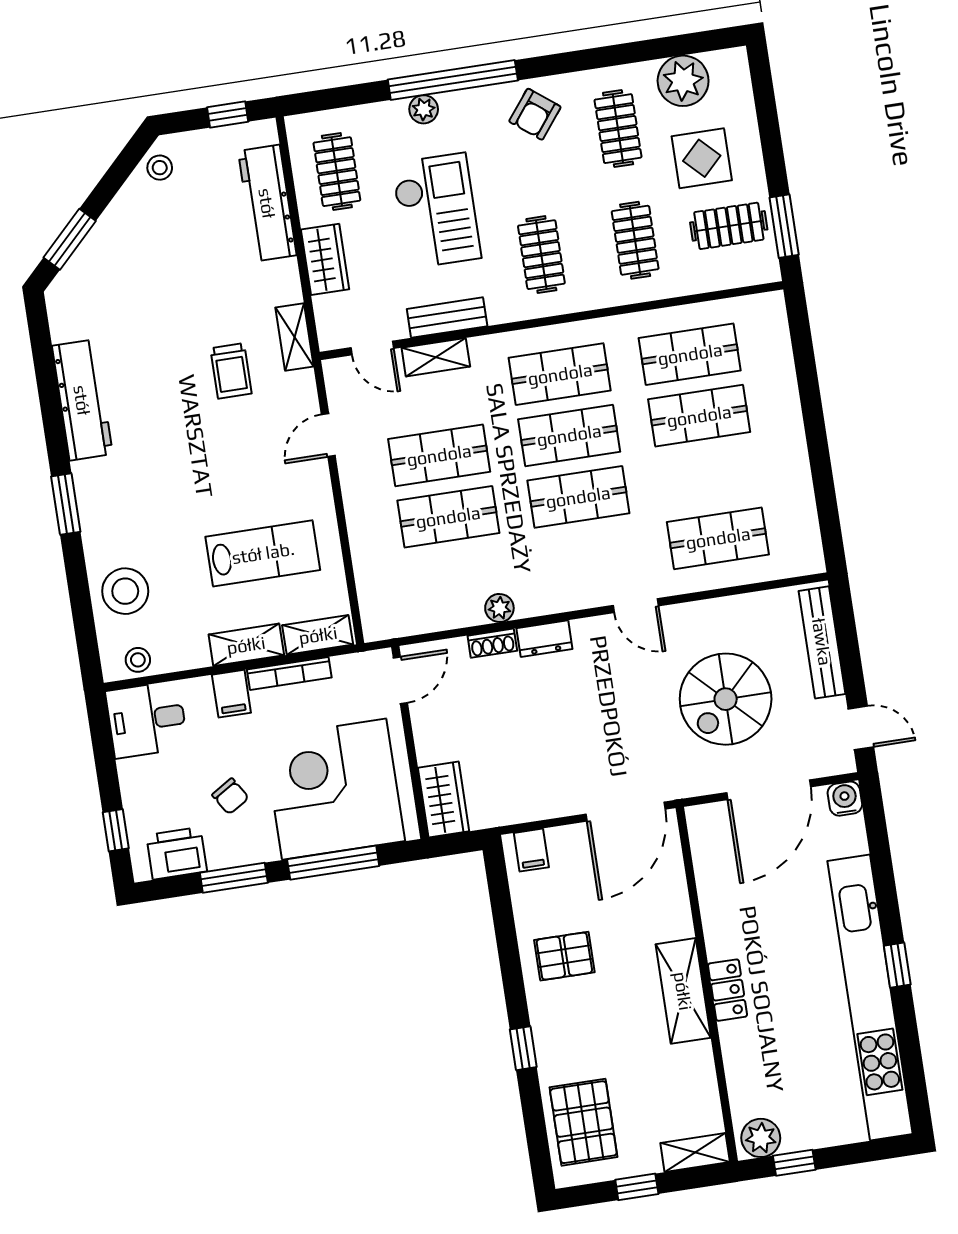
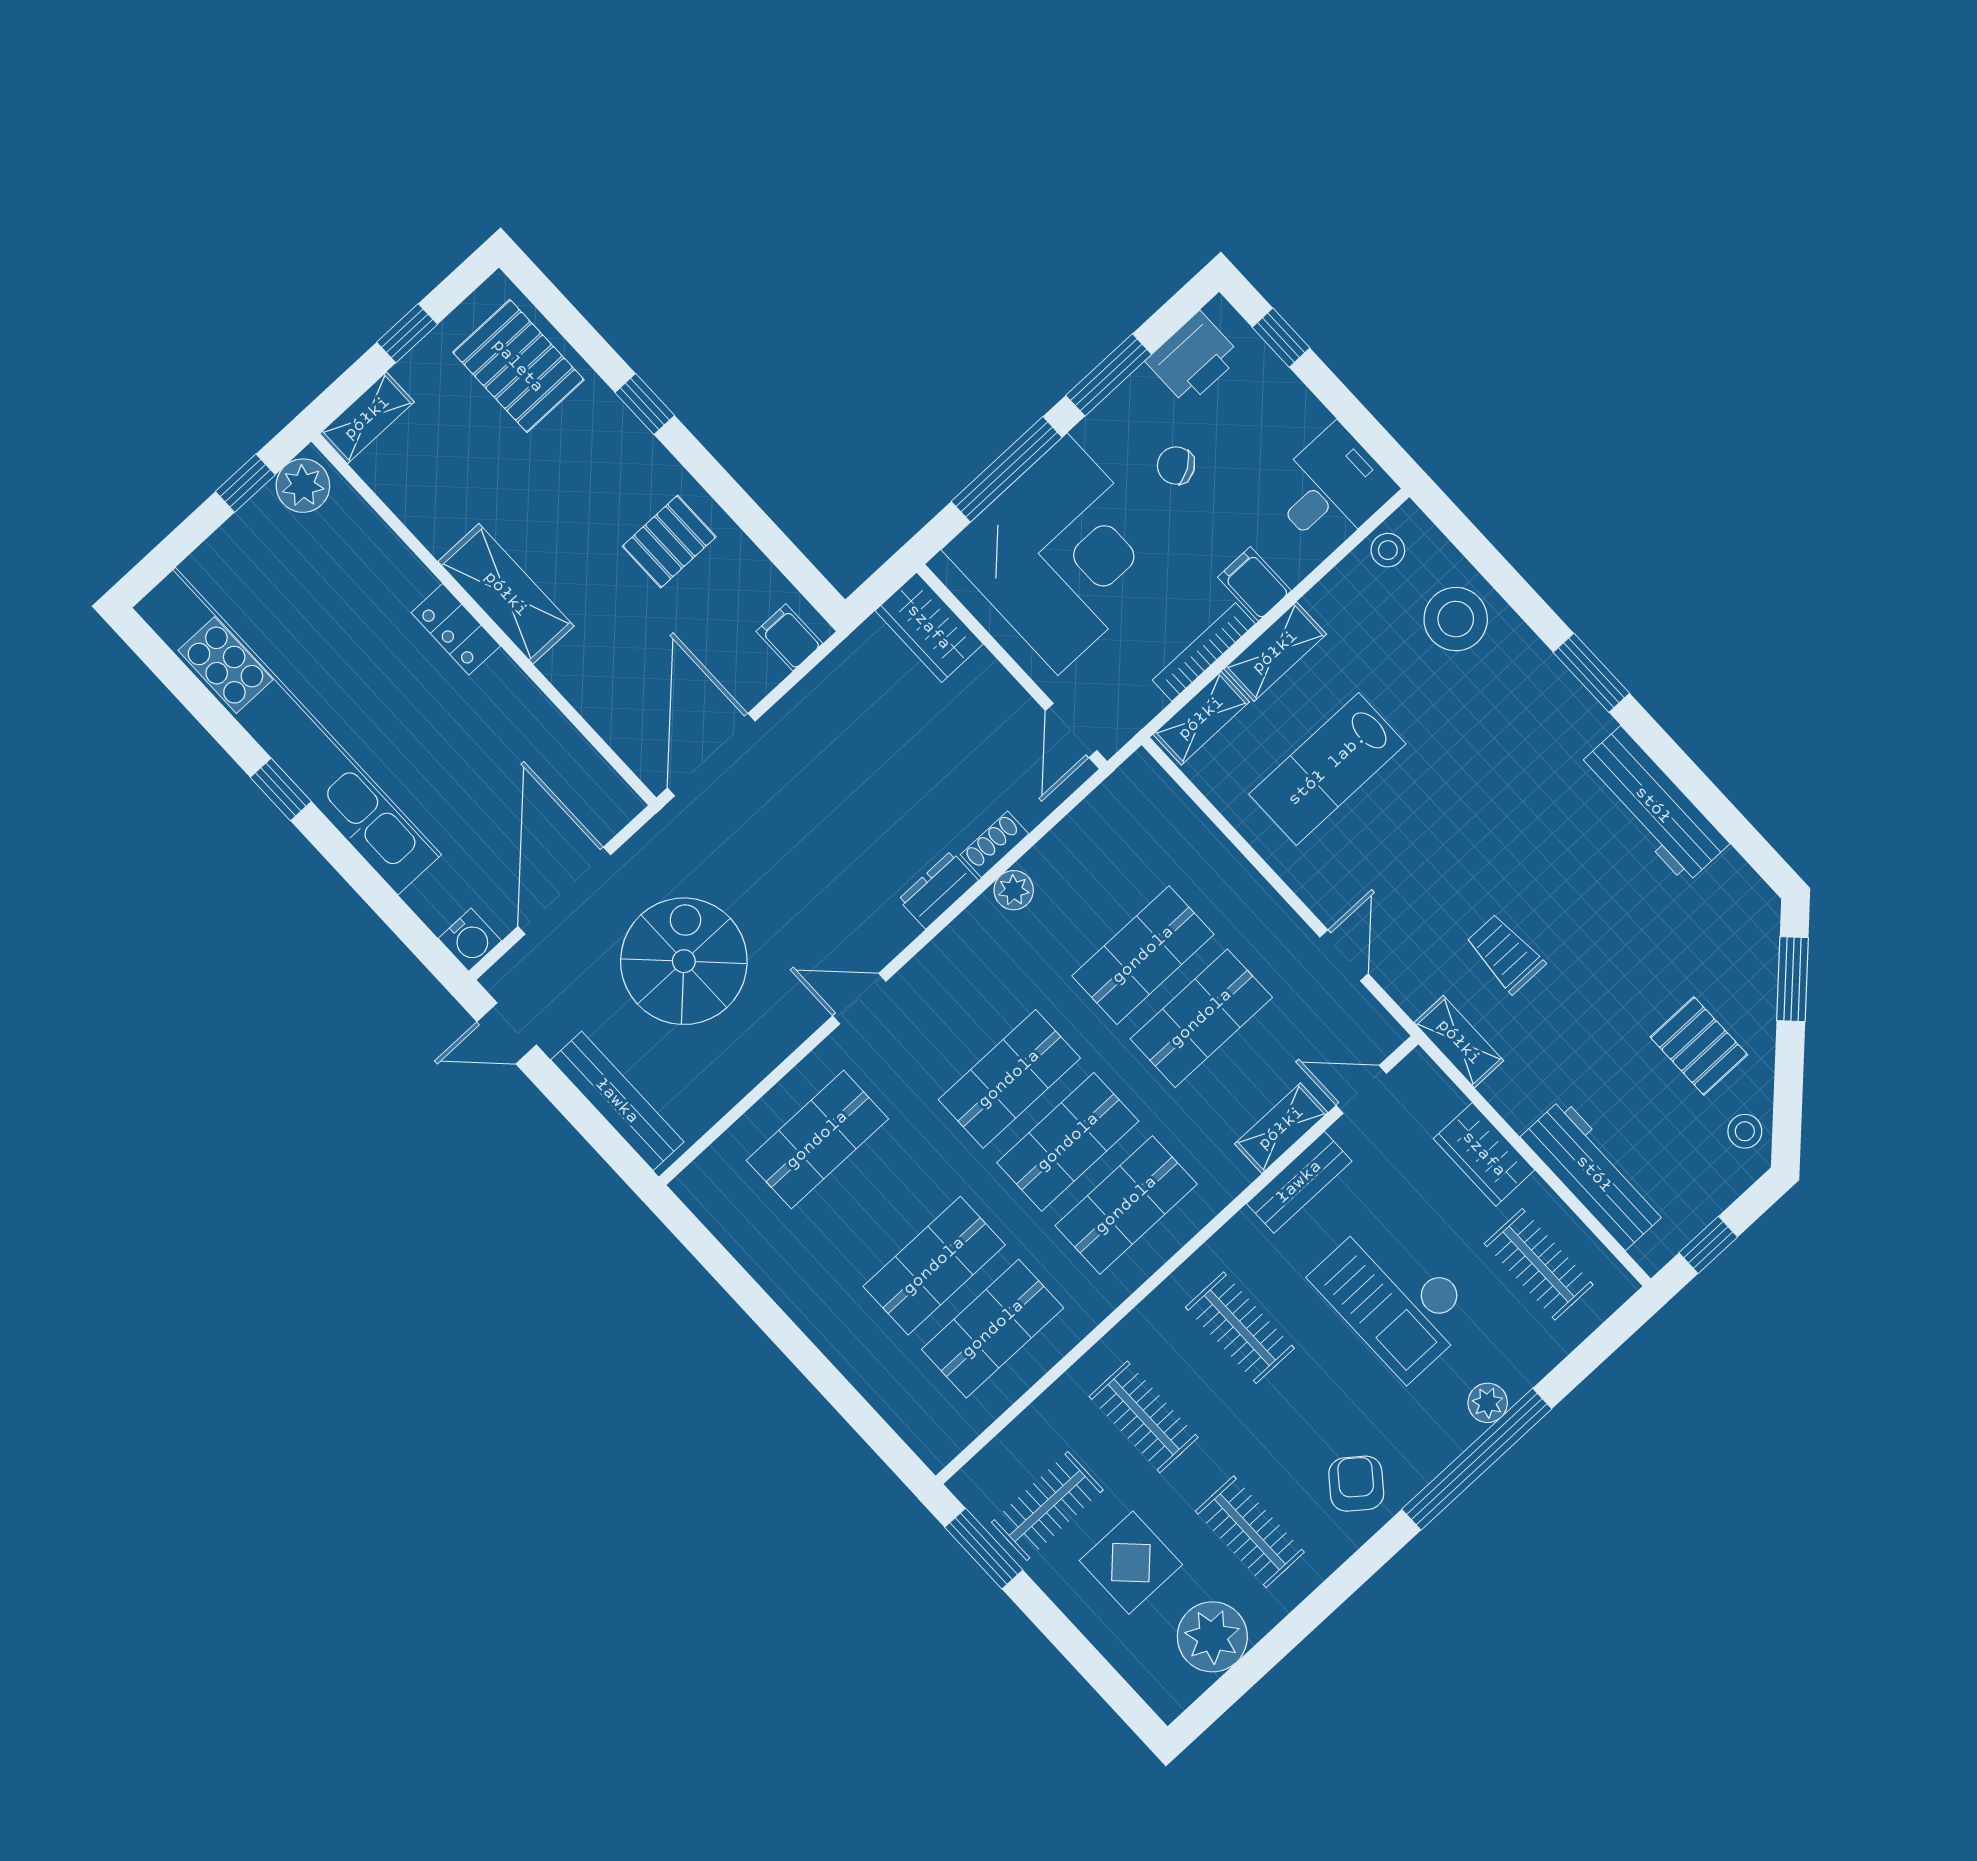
pallet: (153, 237) -> (1699, 1046), added

